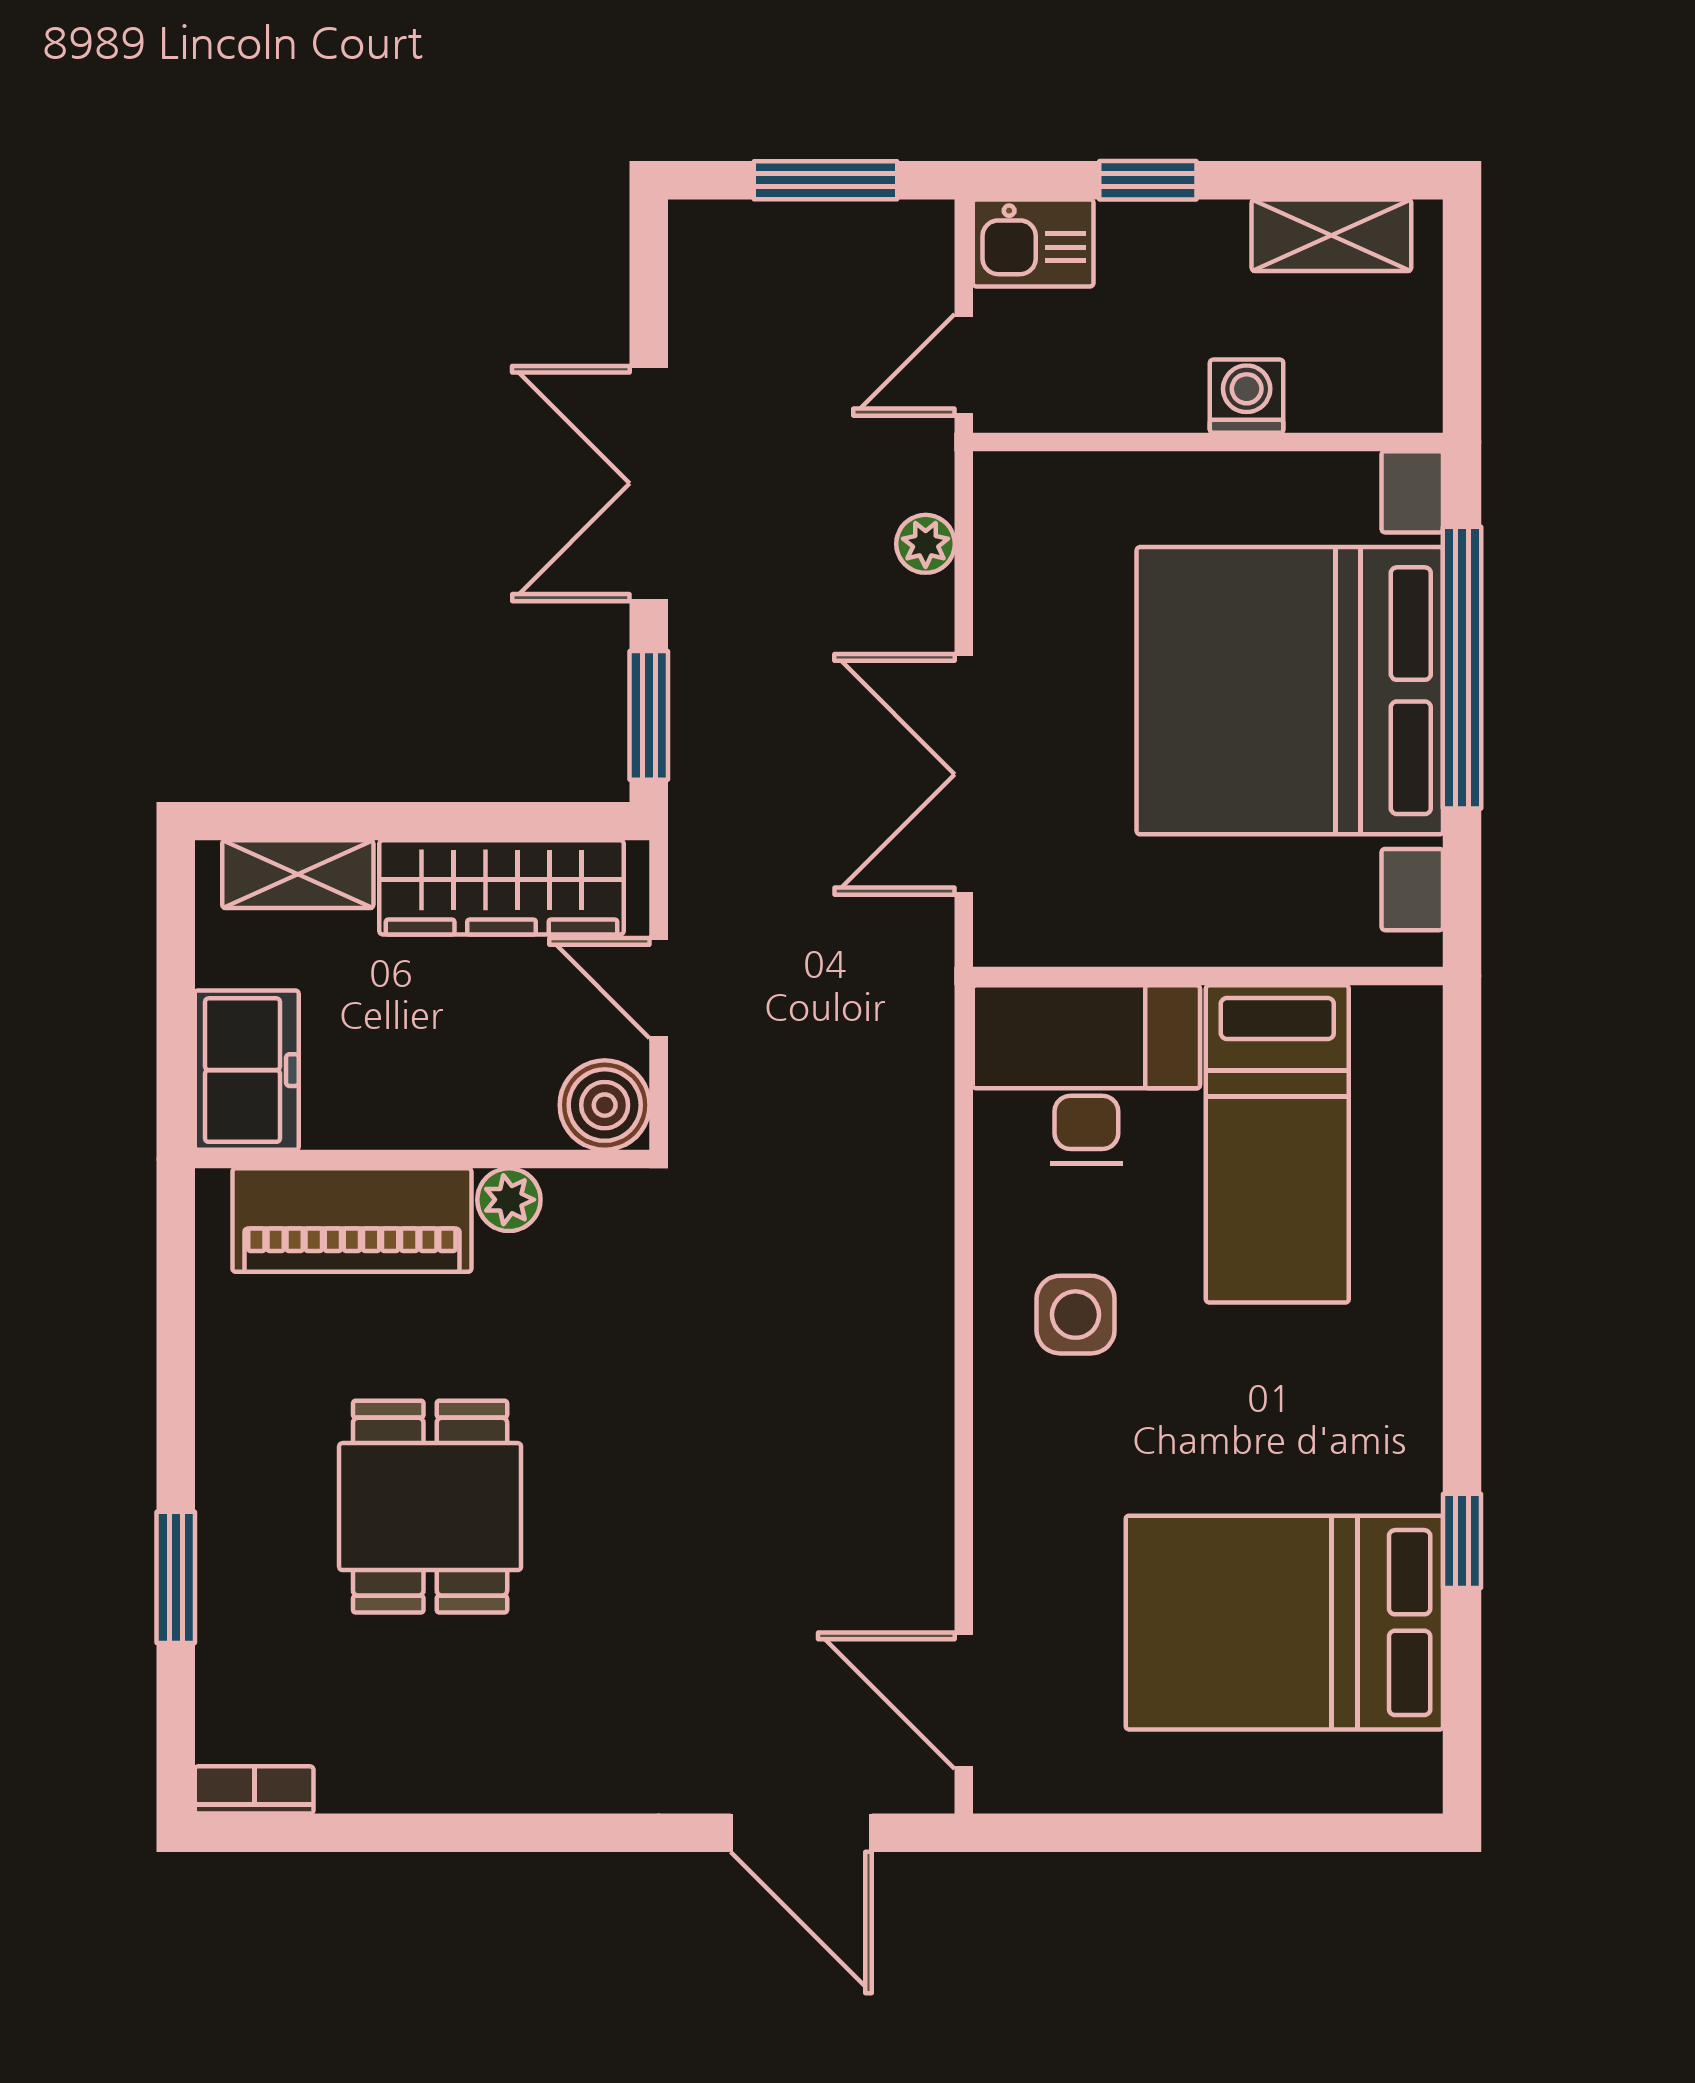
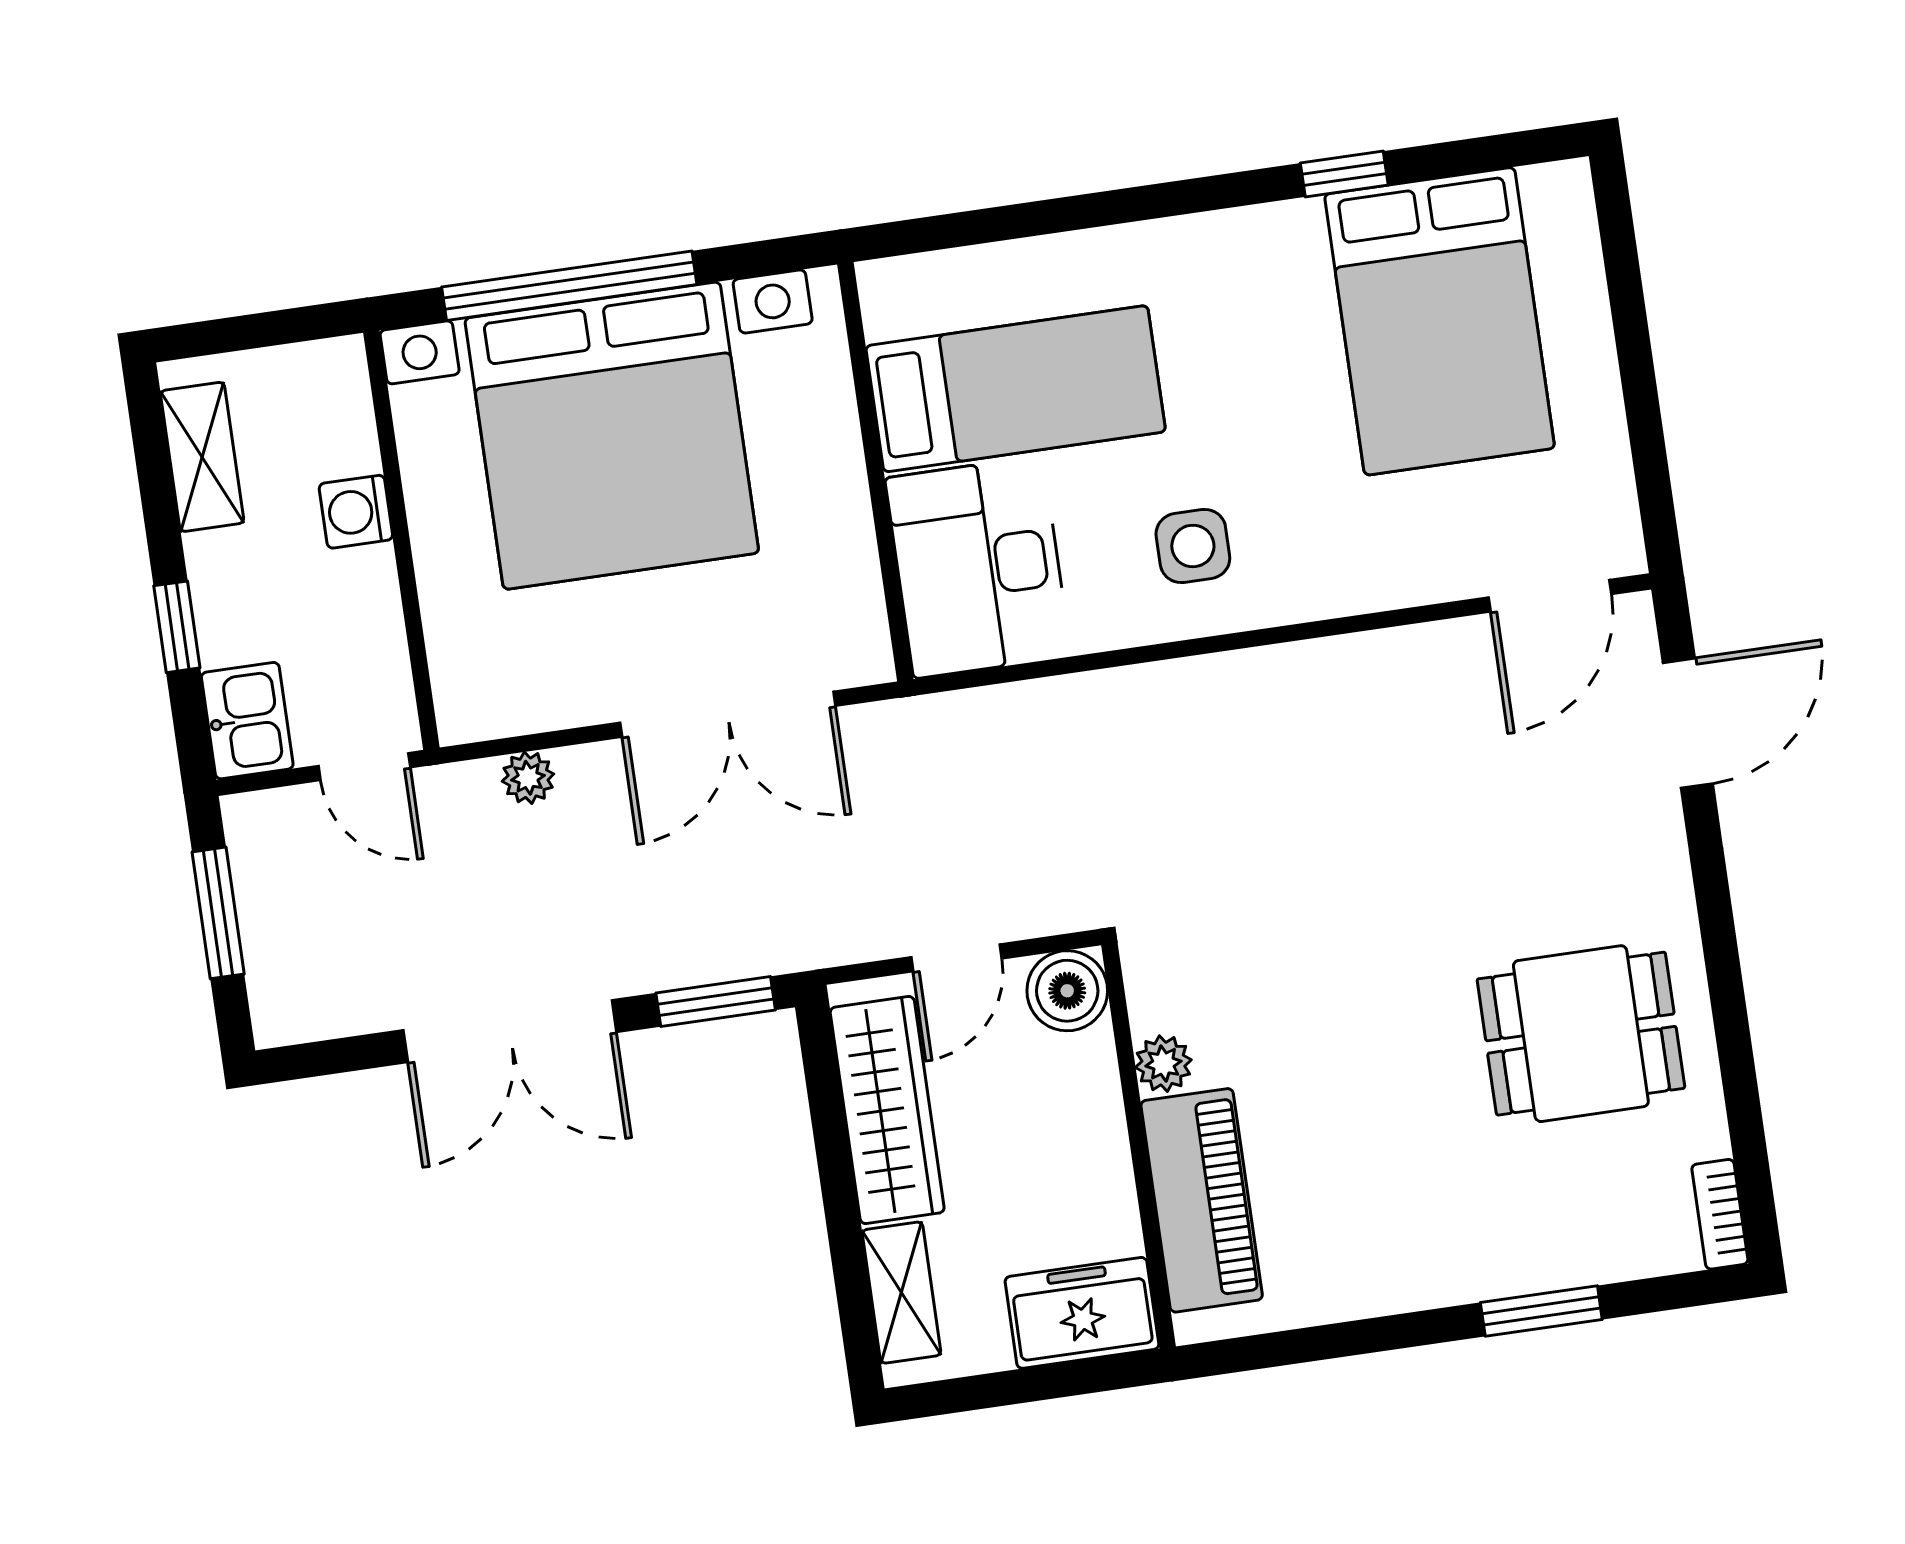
dining table: (430, 1507) -> (1581, 1034), moved

